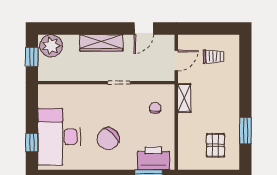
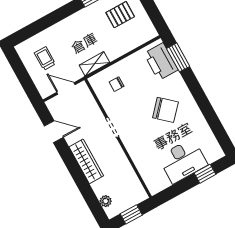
plant: (51, 46) -> (106, 201), width x0.53, depth x0.53
desk: (59, 137) -> (183, 161), width x0.73, depth x0.77

